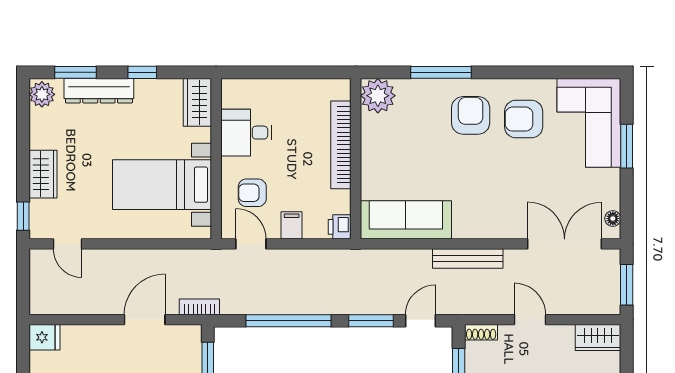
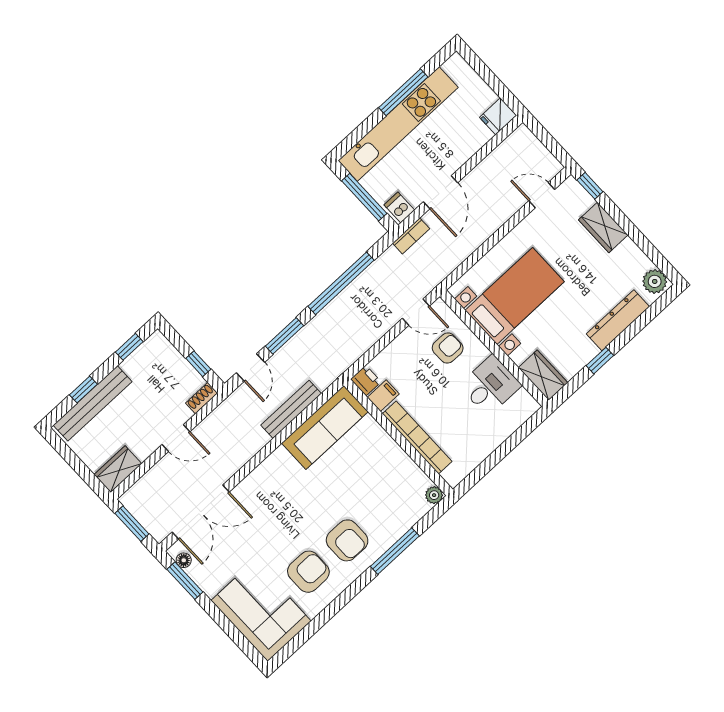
window: (75, 72) -> (646, 318), removed
plant: (378, 96) -> (434, 495), width x0.53, depth x0.53
window: (627, 146) -> (185, 581), moved
filing cabinet: (292, 225) -> (383, 396), moved, turned -90
bench: (468, 259) -> (291, 409), moved
dishwasher: (188, 338) -> (399, 208), added

